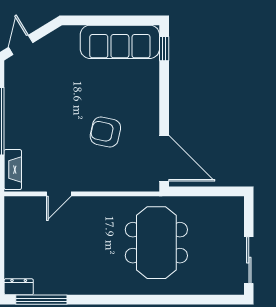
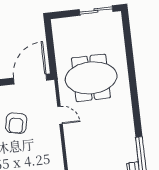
door: (59, 194) -> (60, 115), moved

